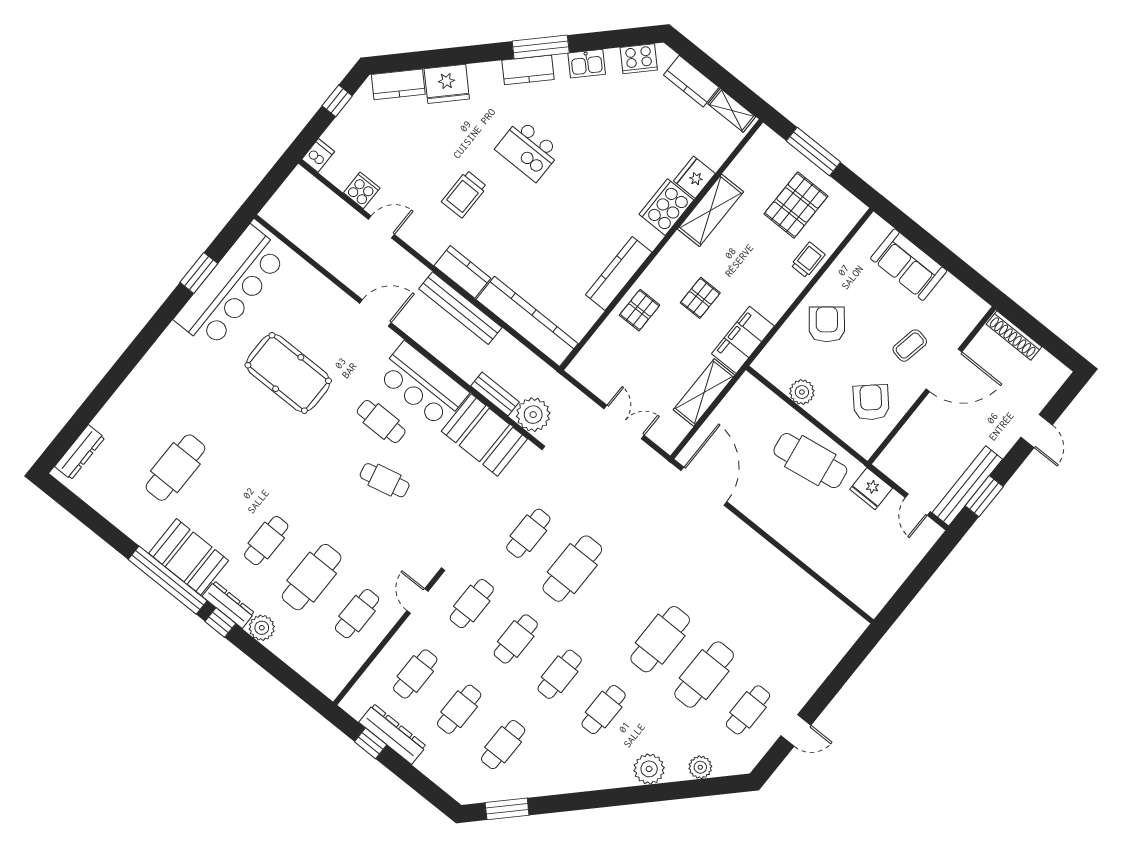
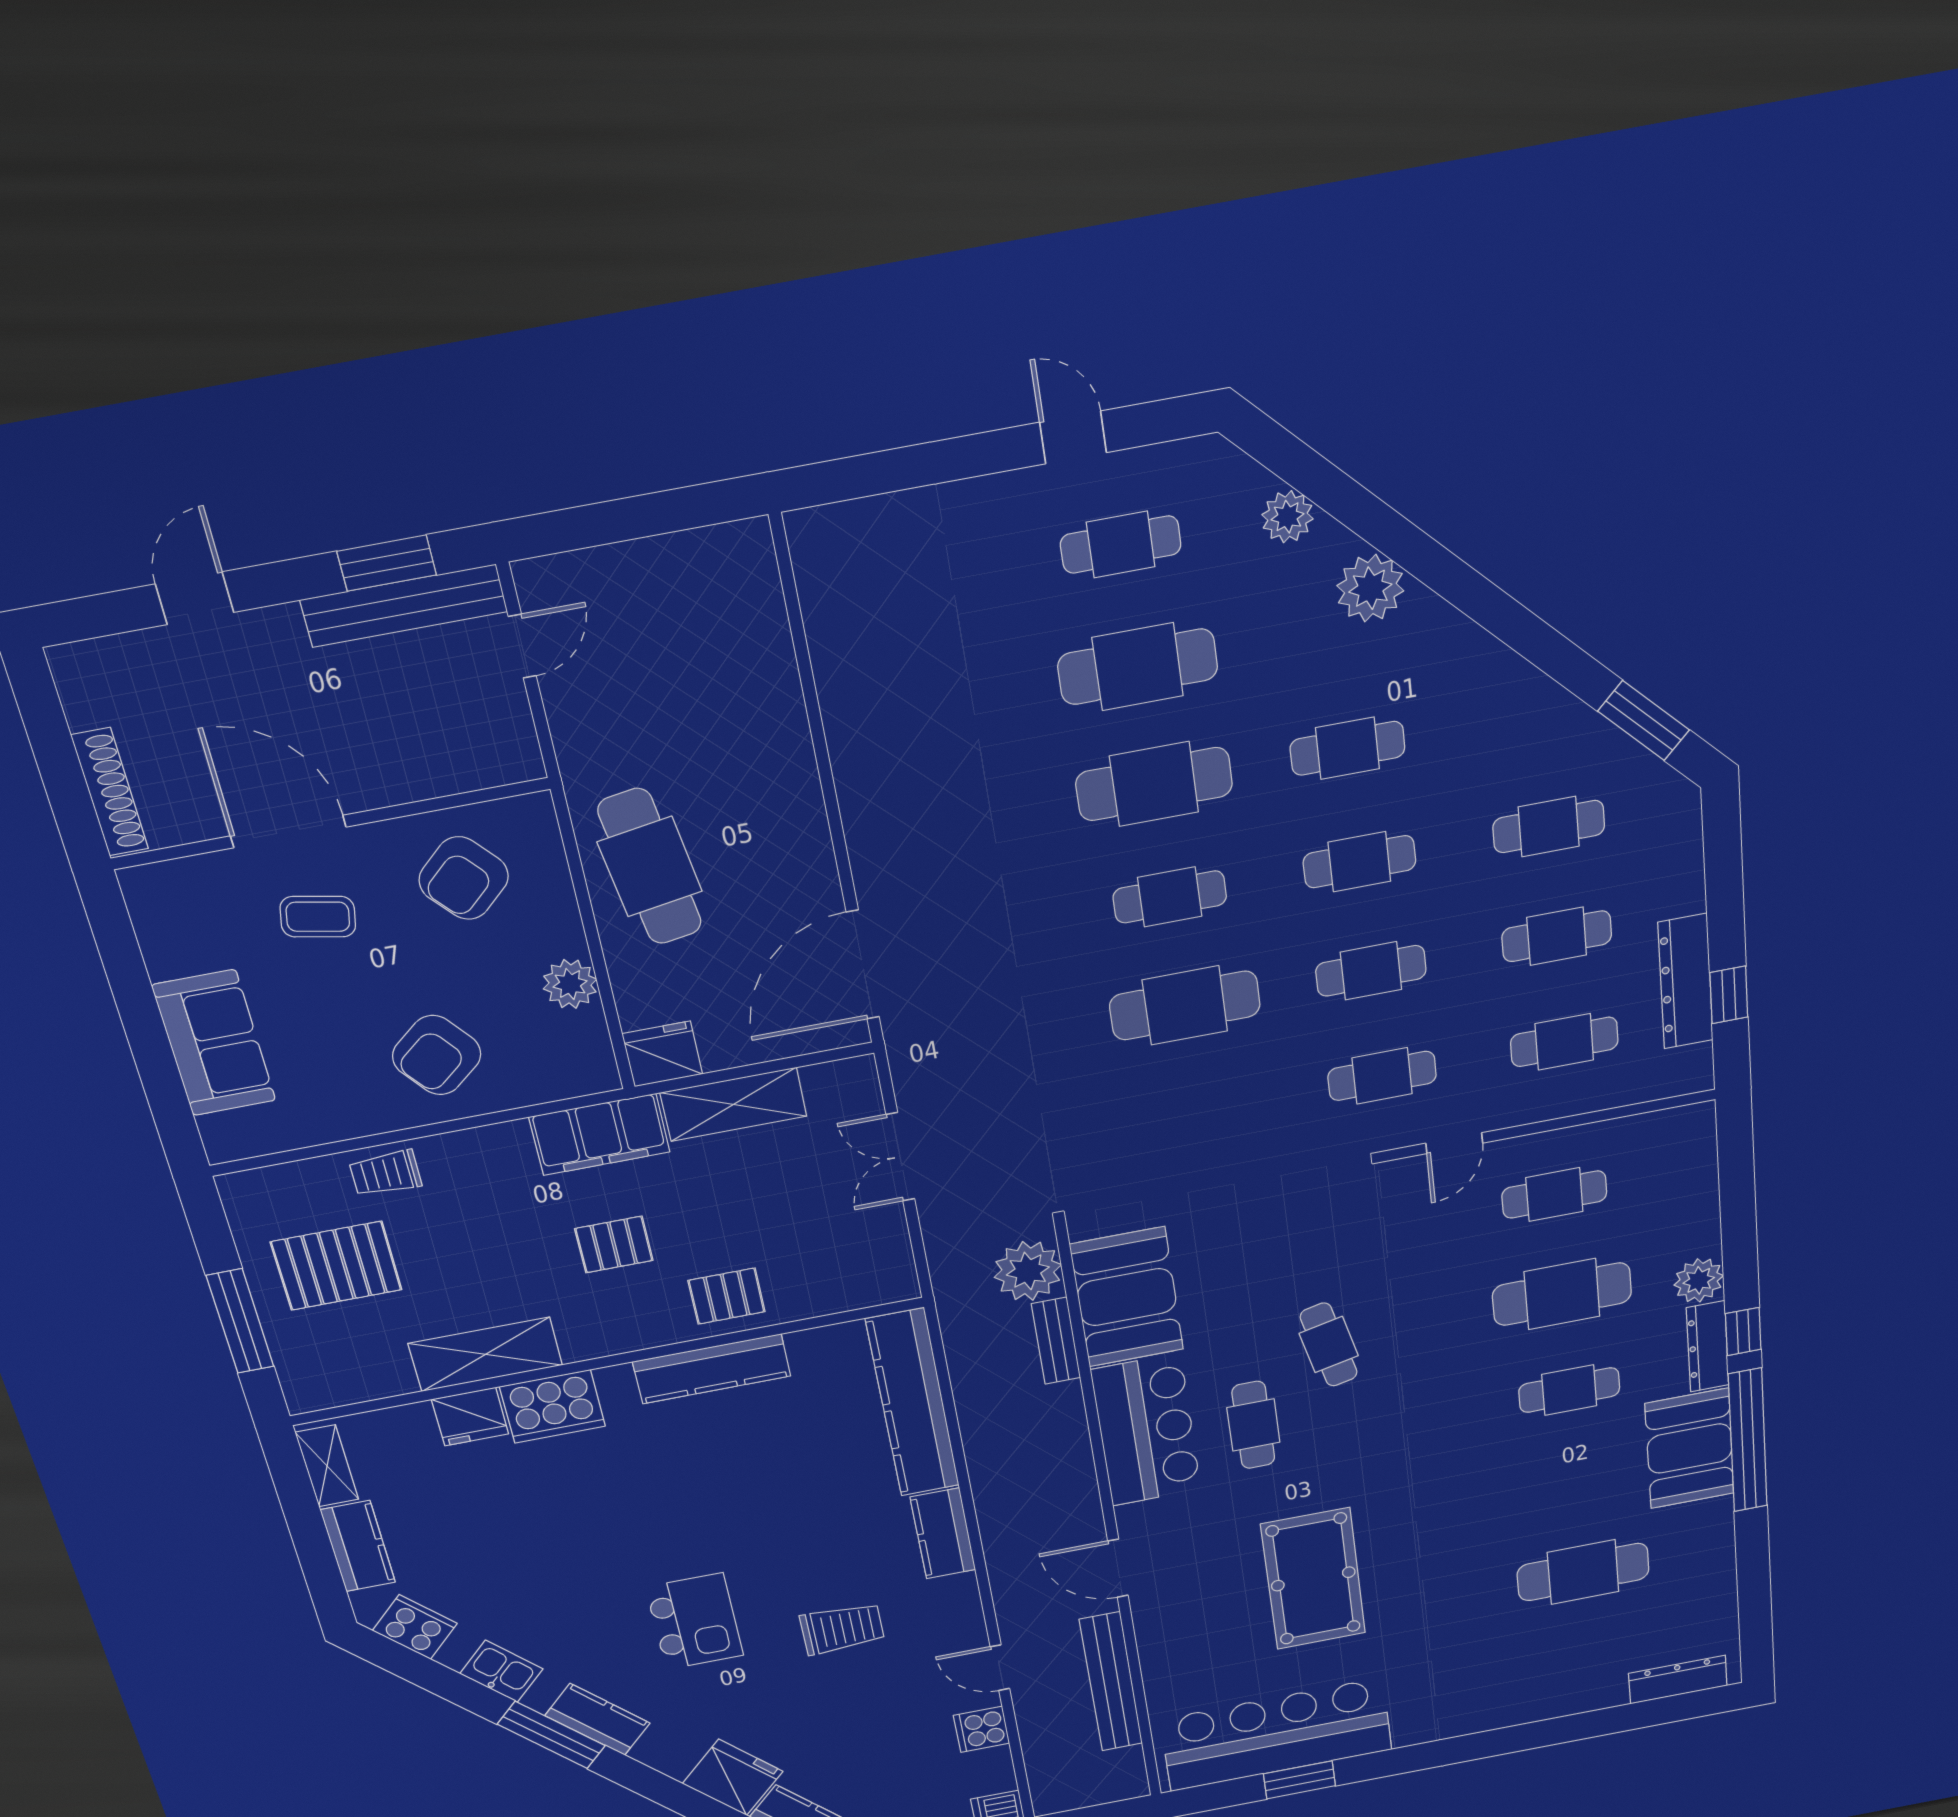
bench: (460, 308) -> (1111, 1682), moved
fridge: (871, 489) -> (662, 1054), moved, turned -90
cafe table: (528, 533) -> (1170, 897), moved

